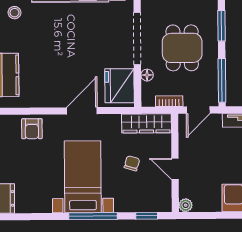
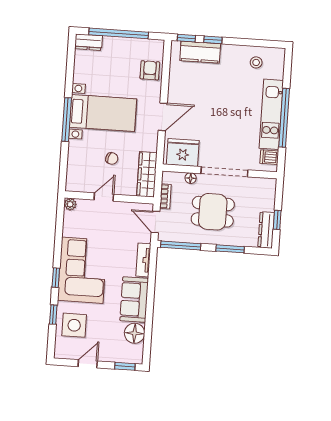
door: (82, 111) -> (163, 117), hinge flipped
armchair: (32, 129) -> (150, 70), turned 90
window: (147, 216) -> (63, 168), removed

